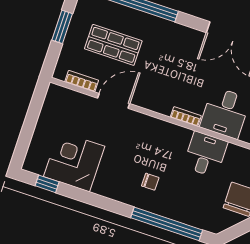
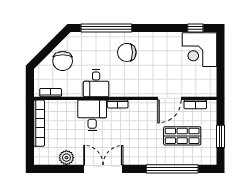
corner desk: (74, 161) -> (199, 50), moved, turned 90
chair: (150, 182) -> (127, 52), width x1.87, depth x1.87

